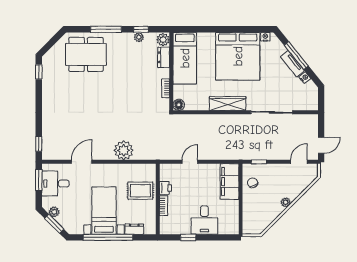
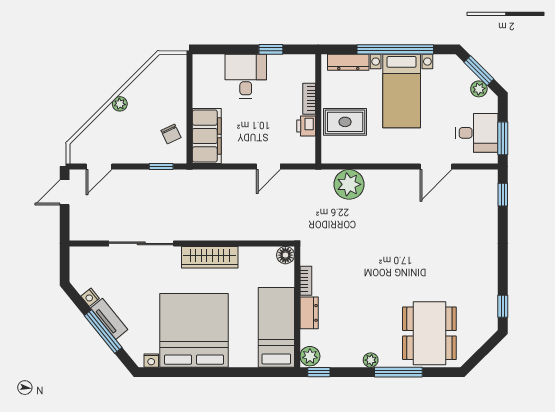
window: (141, 29) -> (319, 372), moved
plant: (139, 37) -> (371, 360), moved
dining table: (86, 54) -> (429, 333), turned 90
dresser: (164, 57) -> (309, 313), moved
plant: (124, 150) -> (349, 184), moved
dresser: (134, 229) -> (348, 62), width x1.44

